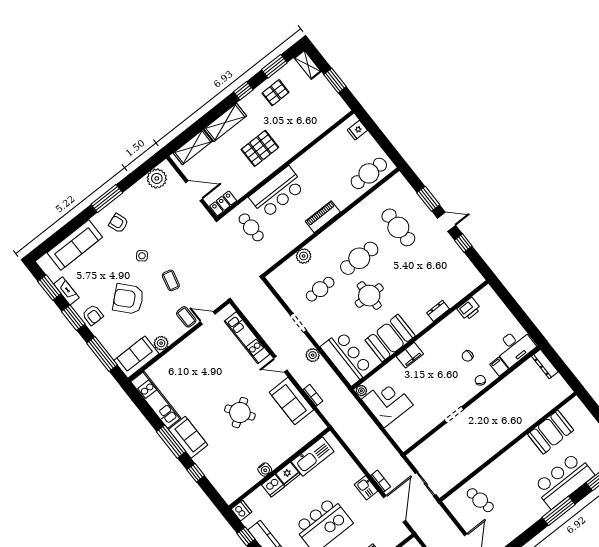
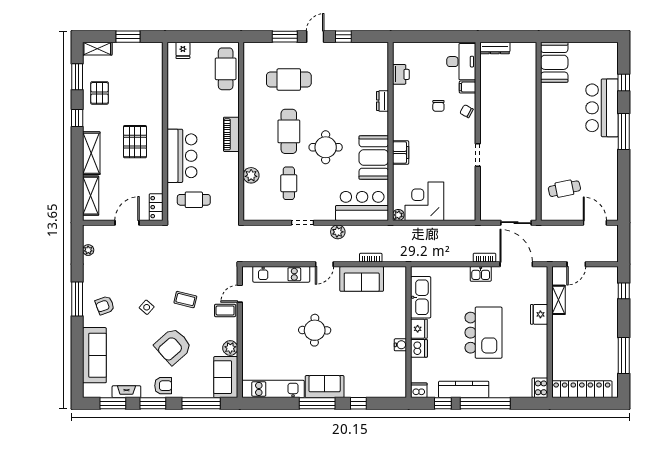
plant: (157, 178) -> (88, 250), width x0.53, depth x0.53
round table: (240, 413) -> (315, 330), moved, turned 35
booth: (551, 432) -> (554, 62), moved

